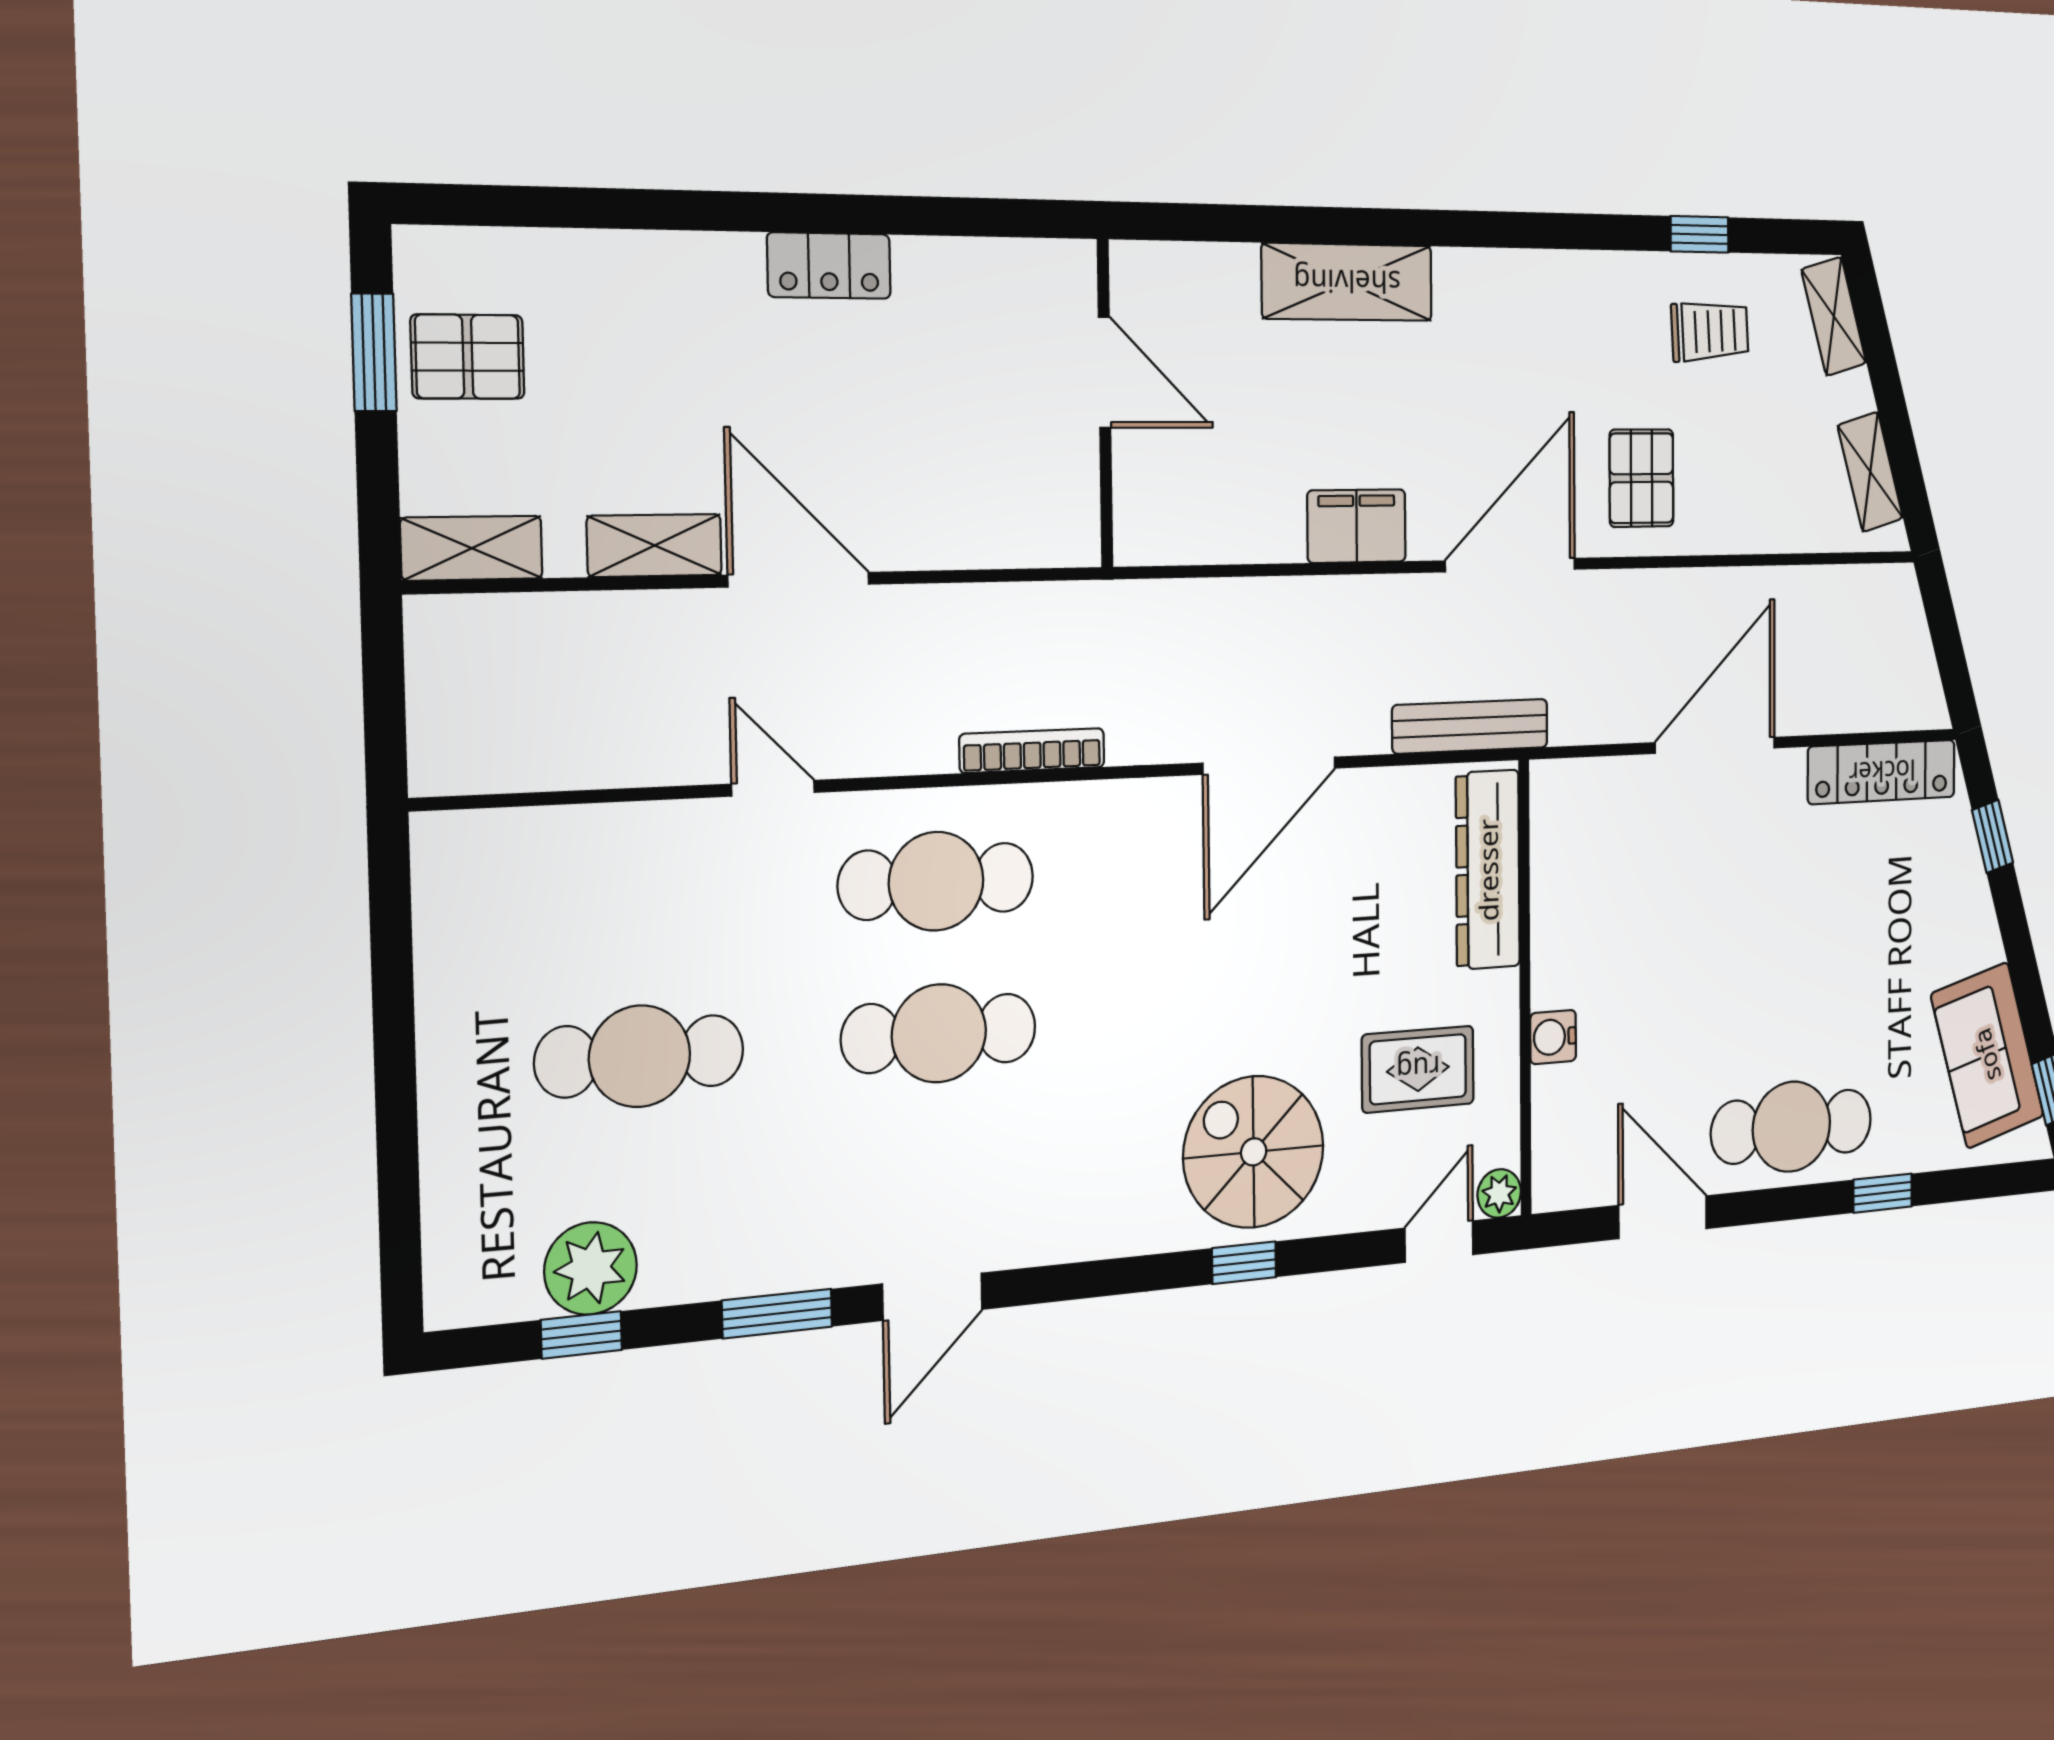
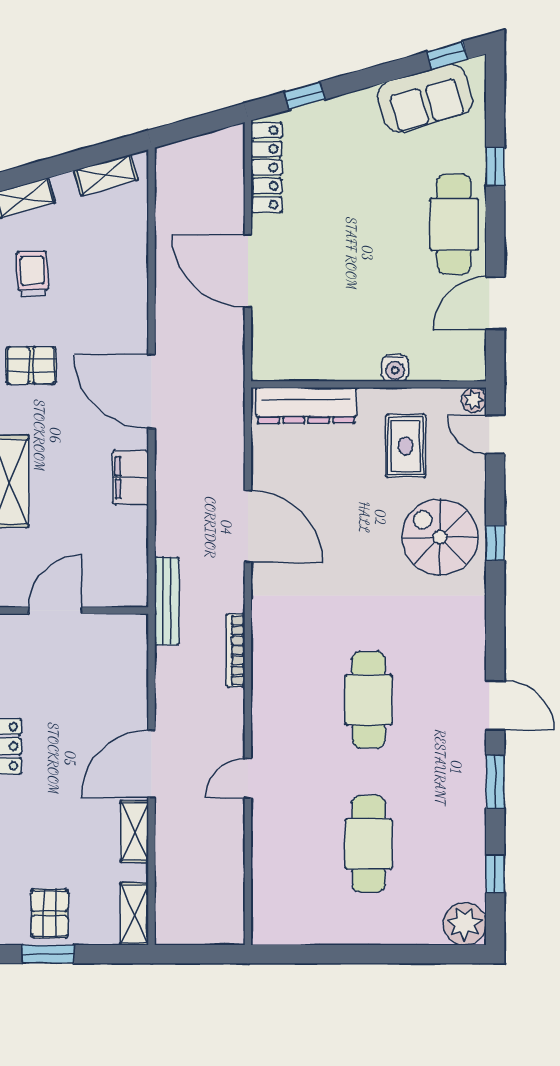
pallet: (1641, 478) -> (31, 365), moved
bench: (1470, 726) -> (167, 601), moved
cafe table: (936, 881) -> (296, 700), removed
spiral stairs: (1254, 1152) -> (440, 537), turned 90
plant: (591, 1268) -> (465, 924), moved

